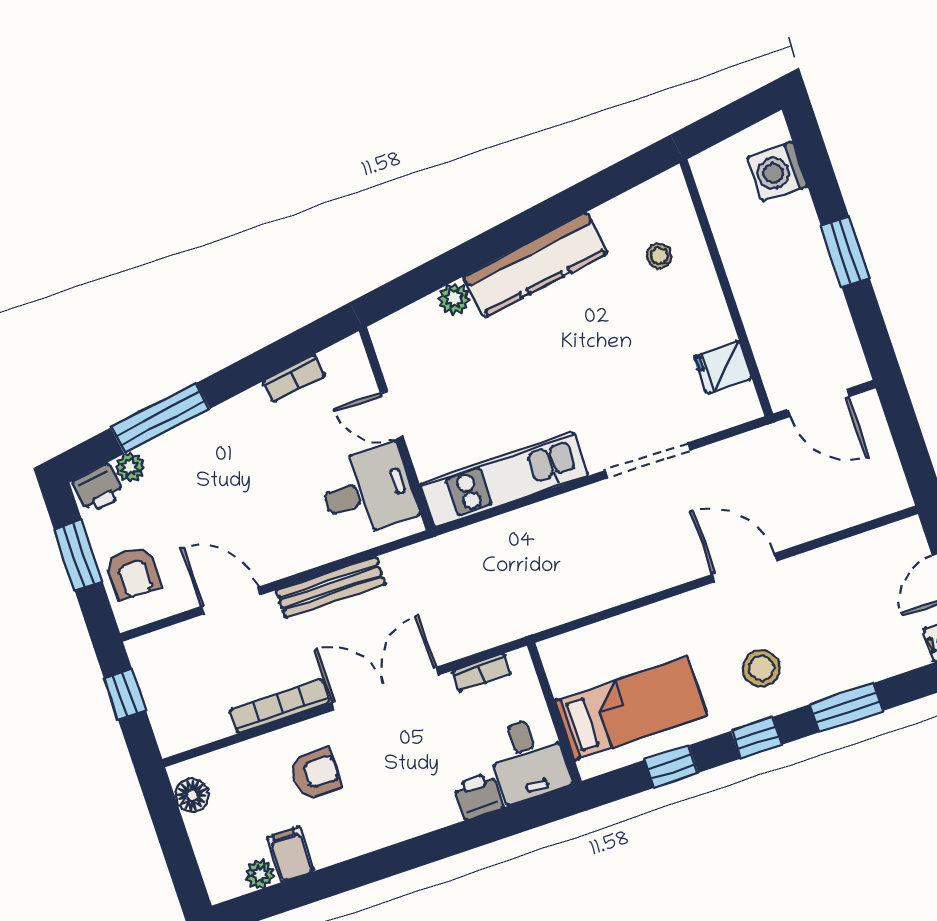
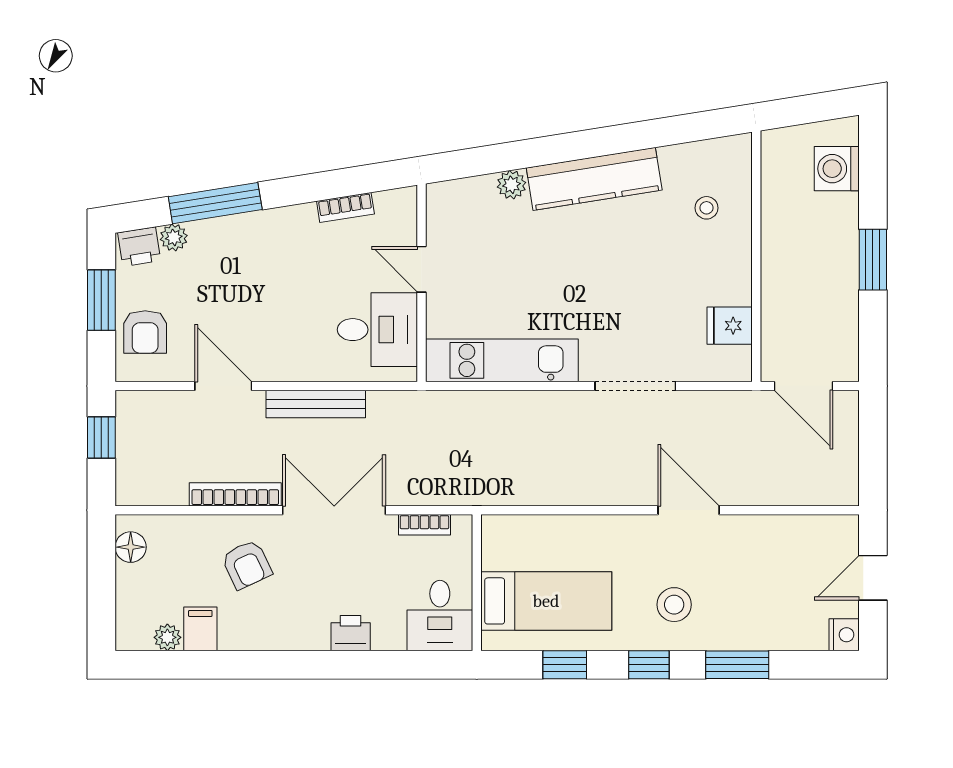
armchair: (315, 773) -> (247, 565), turned 65
printer: (478, 796) -> (351, 633), moved

